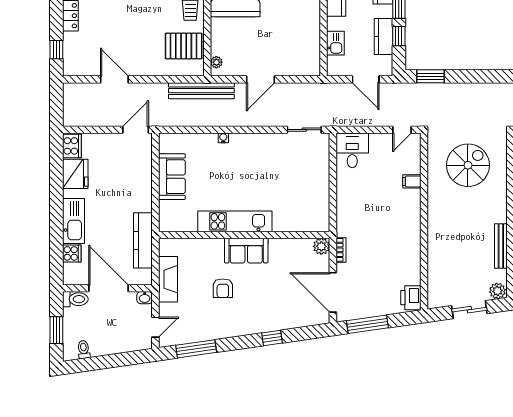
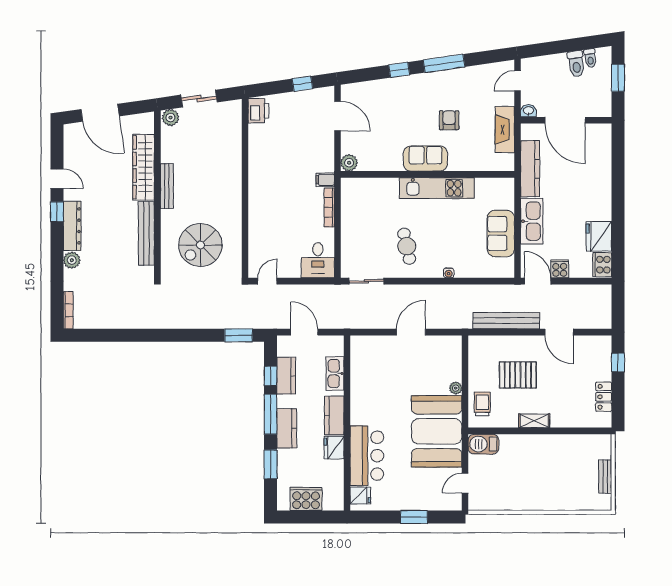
kitchen sink: (335, 43) -> (335, 373), width x1.38
pallet: (184, 46) -> (518, 375), moved
plant: (216, 62) -> (456, 388), moved
bench: (201, 91) -> (506, 321), moved
door: (136, 130) -> (538, 281), swing flipped
cafe table: (265, 164) -> (407, 246), added
filing cabinet: (412, 181) -> (325, 180), moved, turned 180
kitchen sink: (74, 221) -> (532, 221), moved, turned 180
bench: (501, 246) -> (167, 186), moved
bookcase: (341, 250) -> (329, 207), moved, width x1.56
cooker: (72, 253) -> (560, 269), moved, turned 90
door: (333, 292) -> (337, 116), width x0.73
toilet: (75, 299) -> (576, 64), moved, turned -98
window: (367, 324) -> (302, 84), width x0.46
window: (196, 349) -> (444, 63), moved

